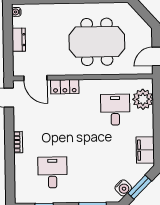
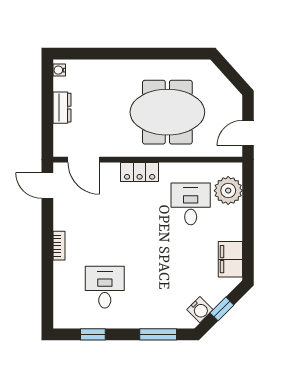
locker: (65, 87) -> (140, 172), moved
window: (140, 187) -> (222, 309), width x0.67

